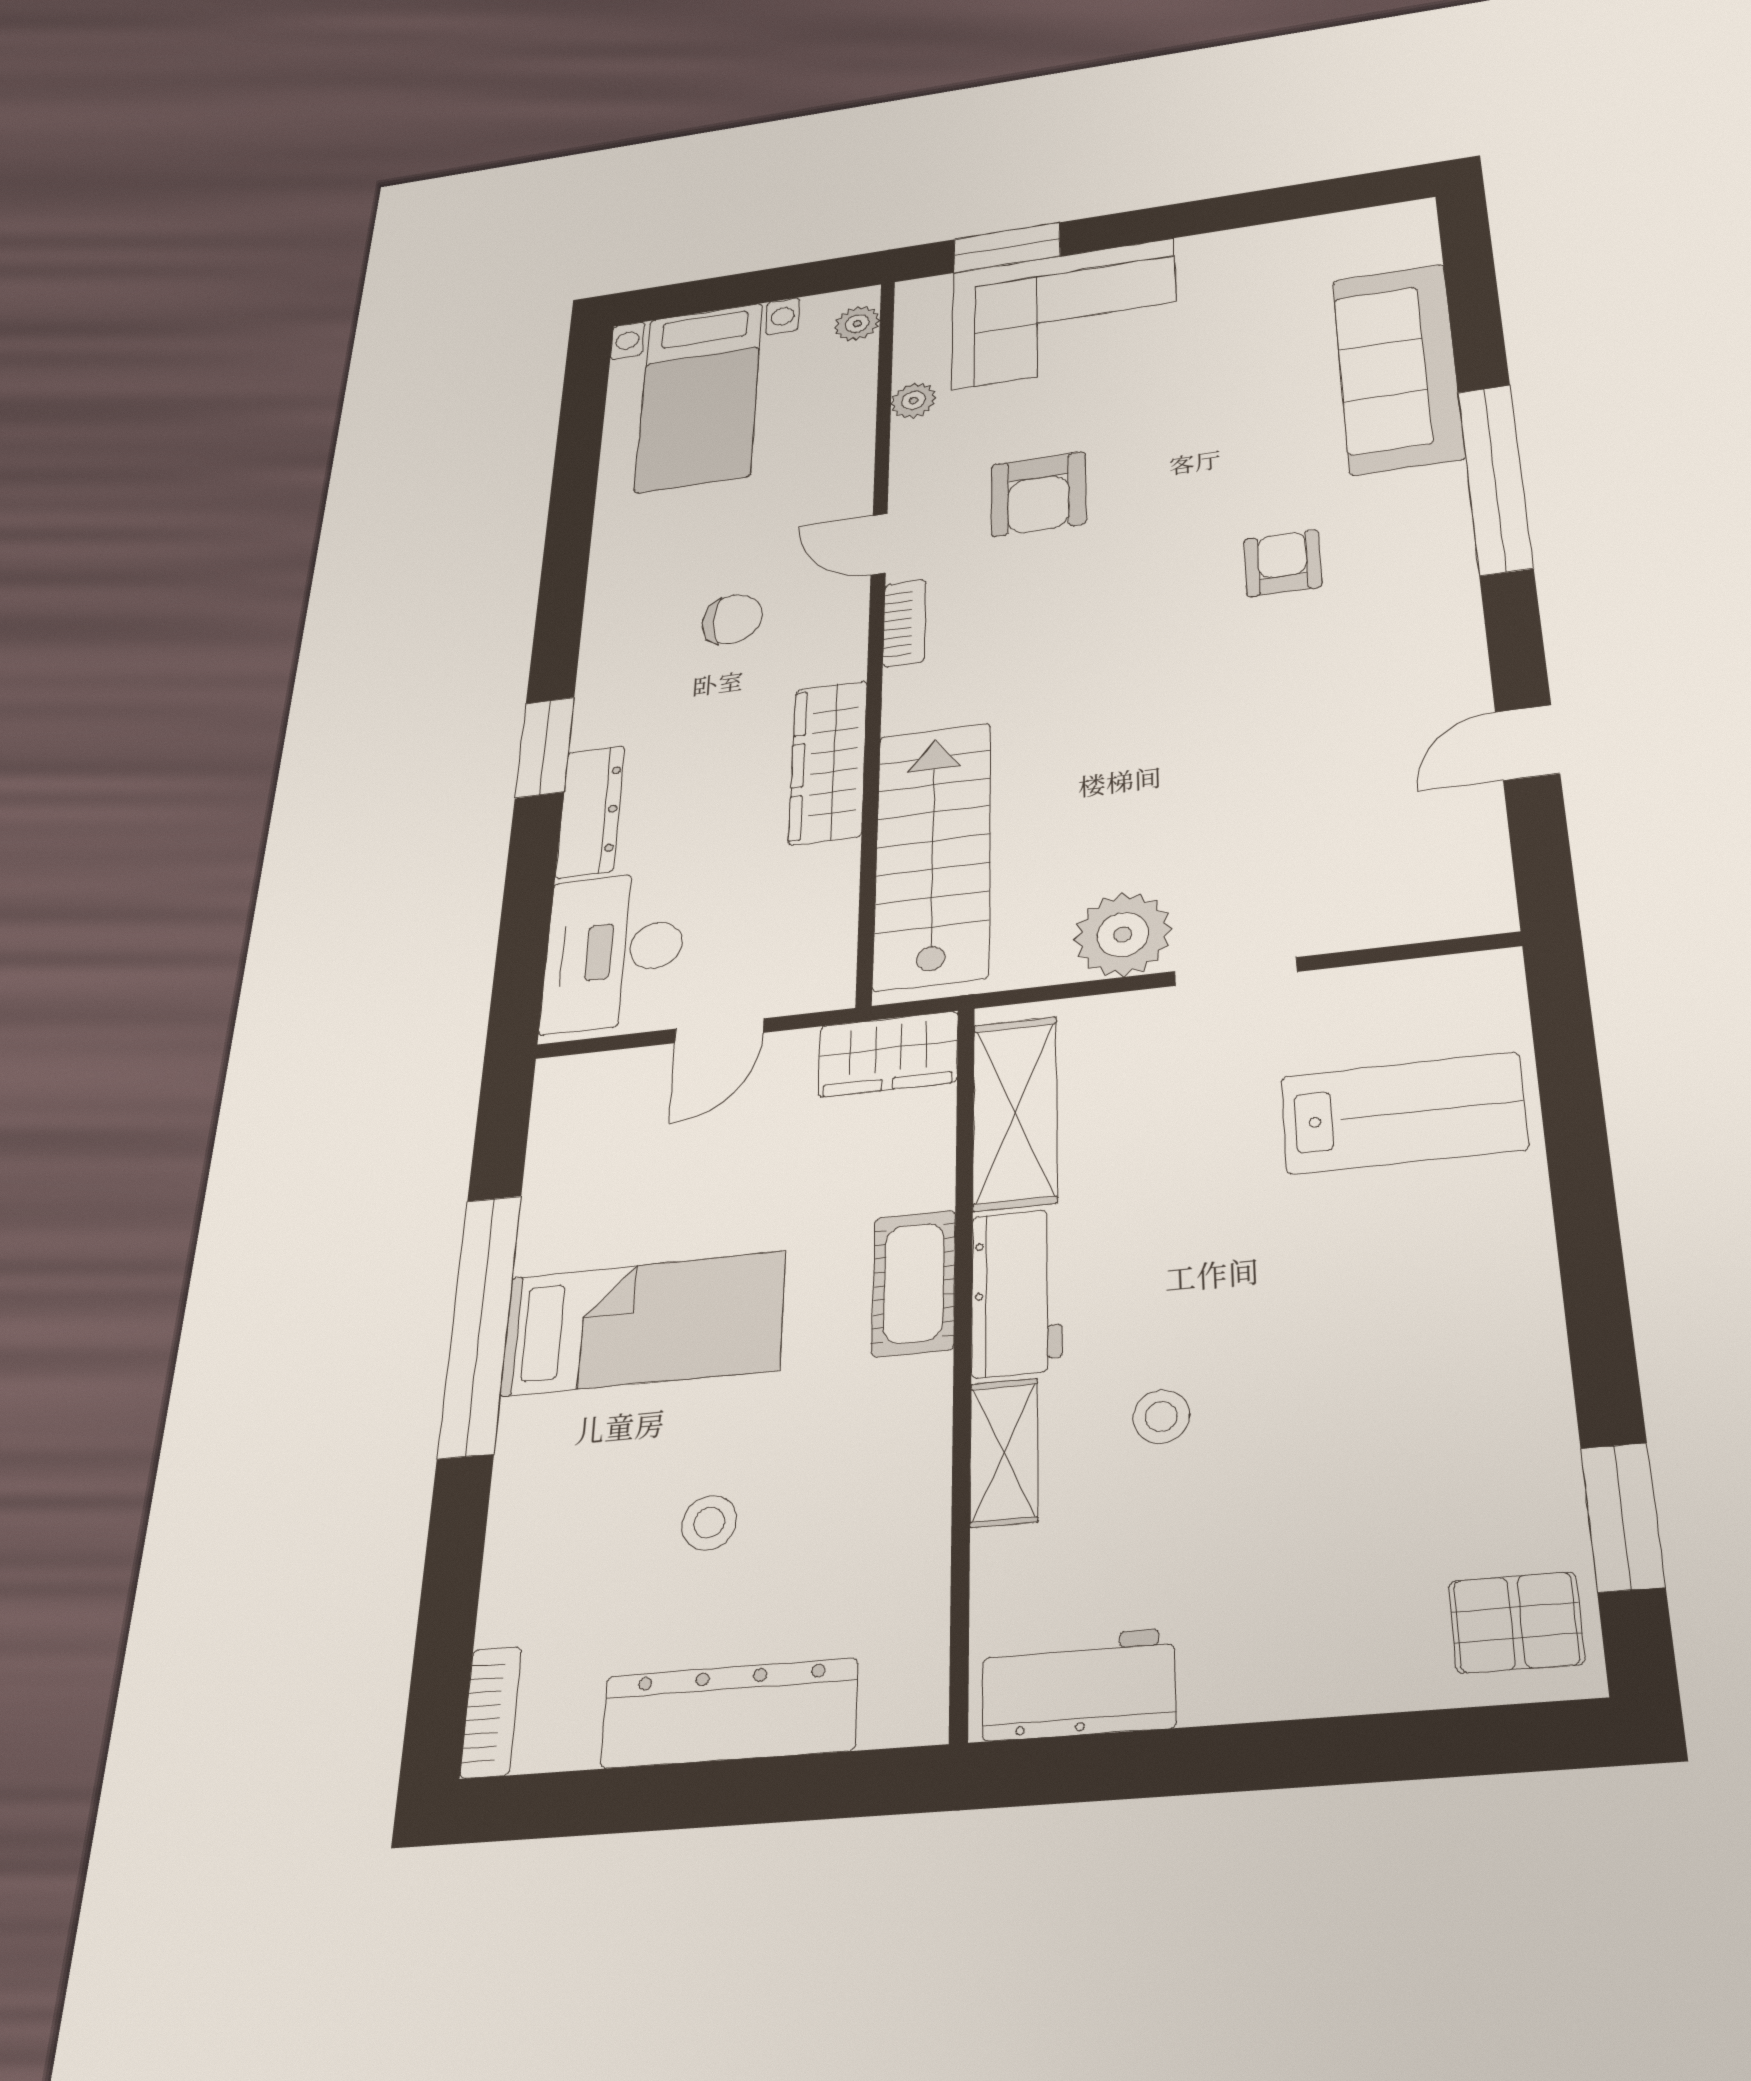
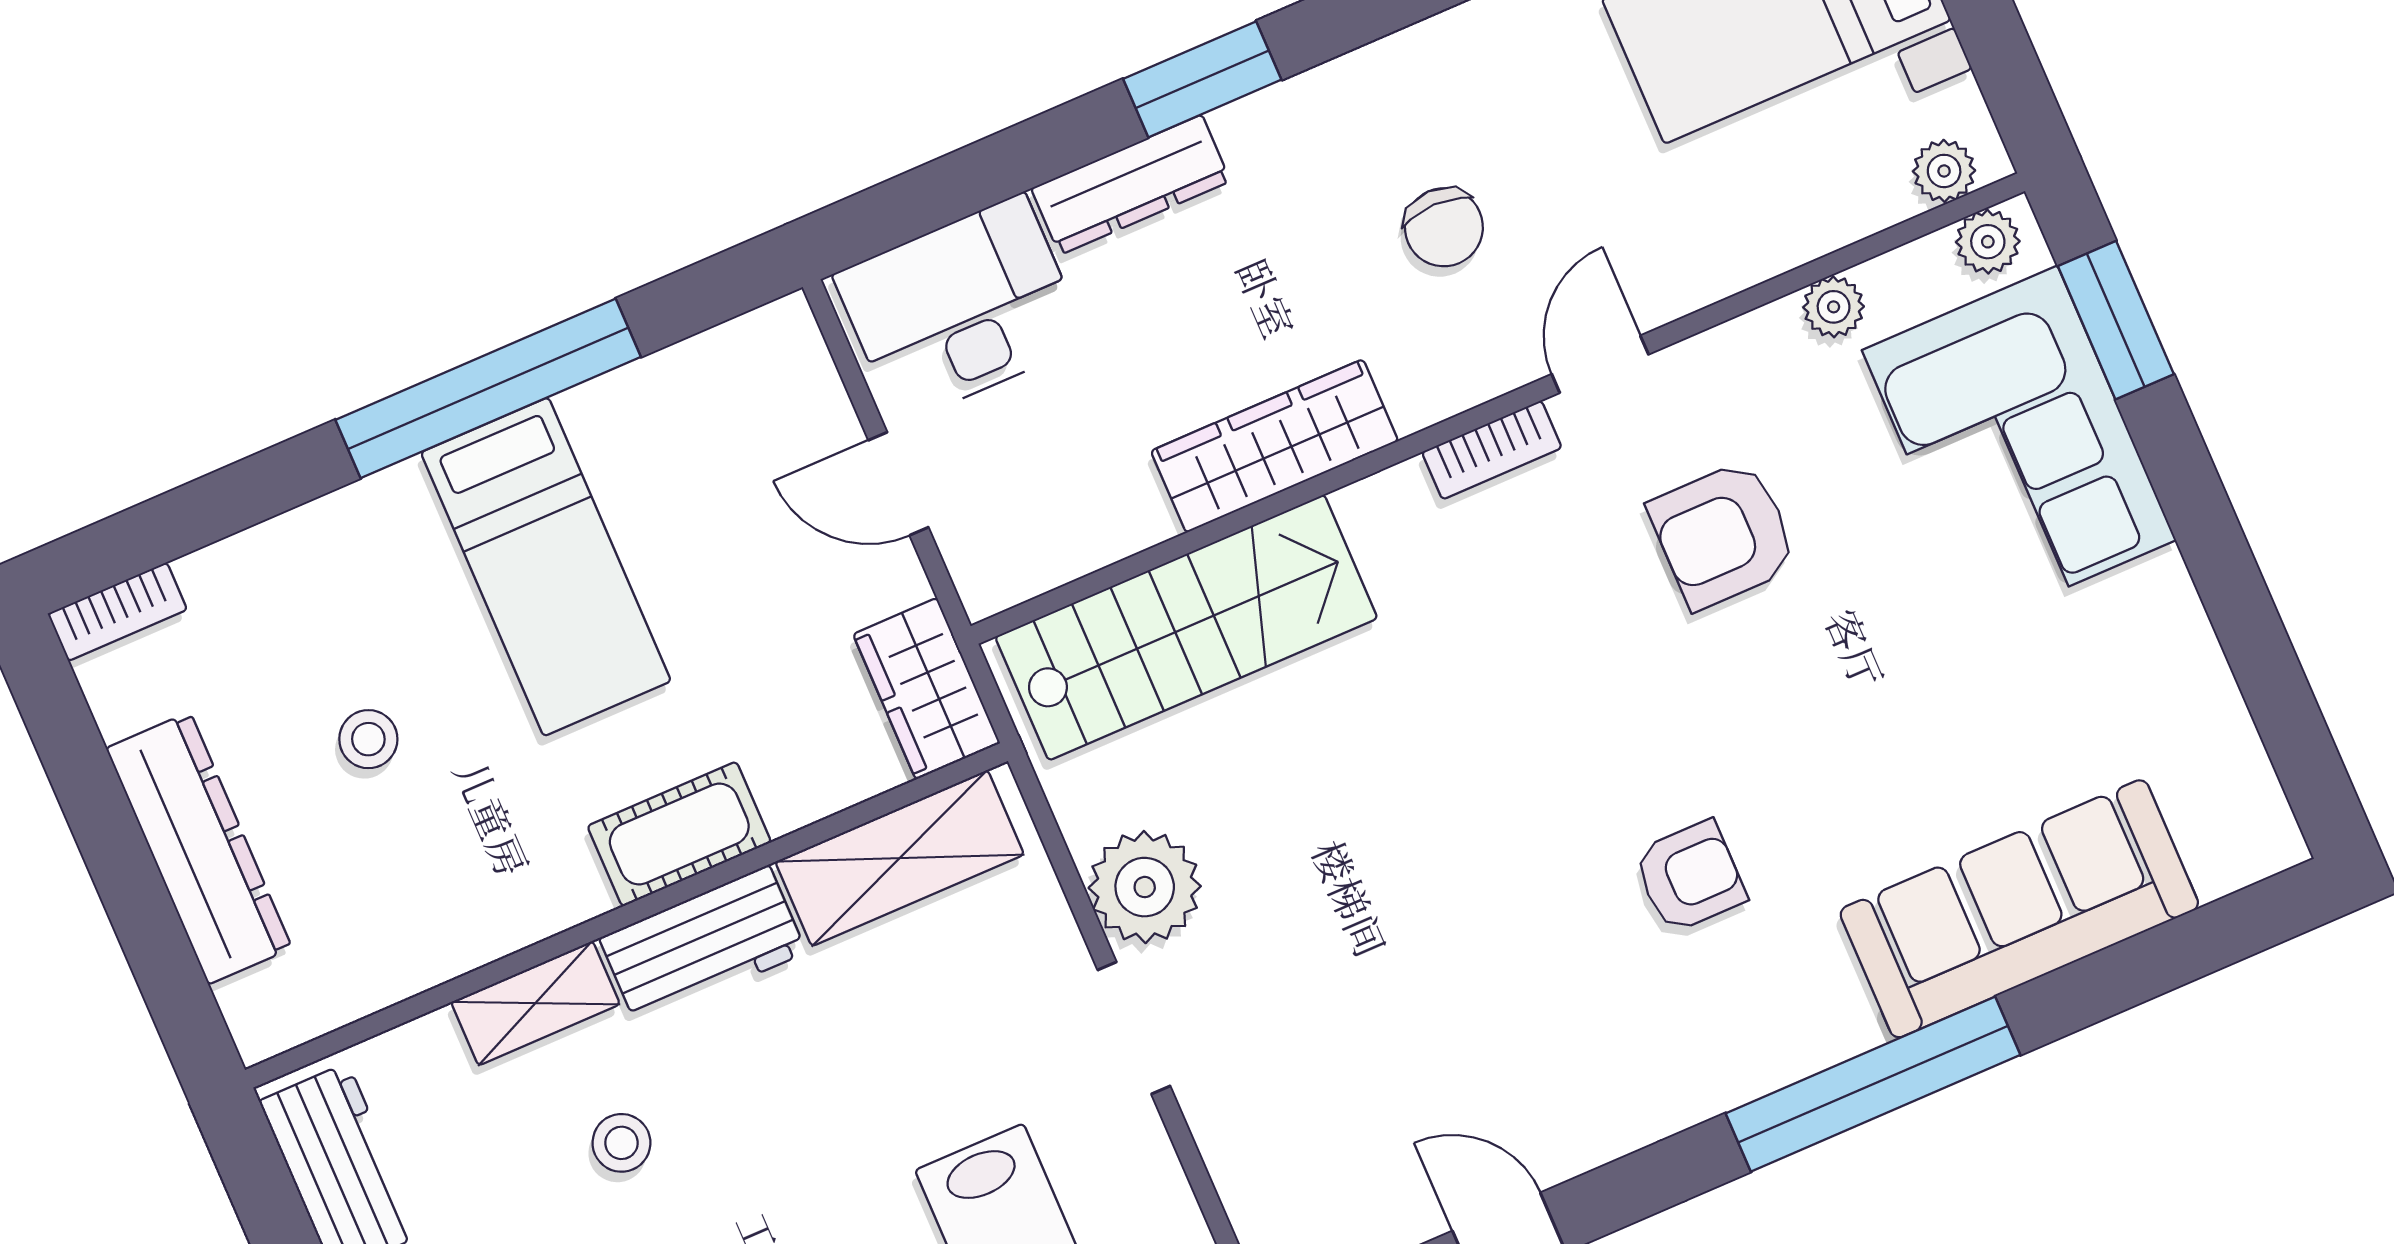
plant: (917, 308) -> (1988, 242), added

